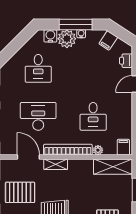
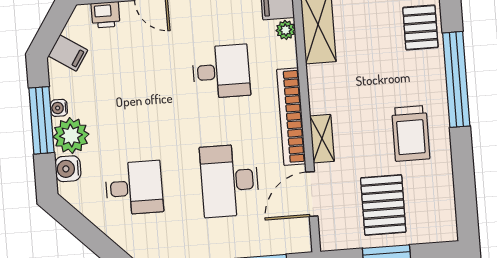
plant: (98, 150) -> (286, 30), moved

